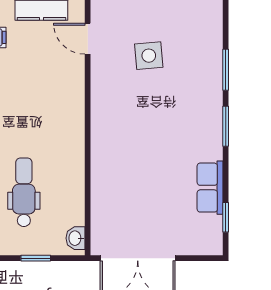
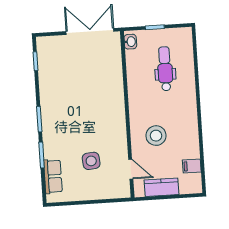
stool: (45, 89) -> (156, 136), added
row of seats: (210, 188) -> (53, 176), moved
dental chair: (24, 192) -> (165, 69), turned 180

